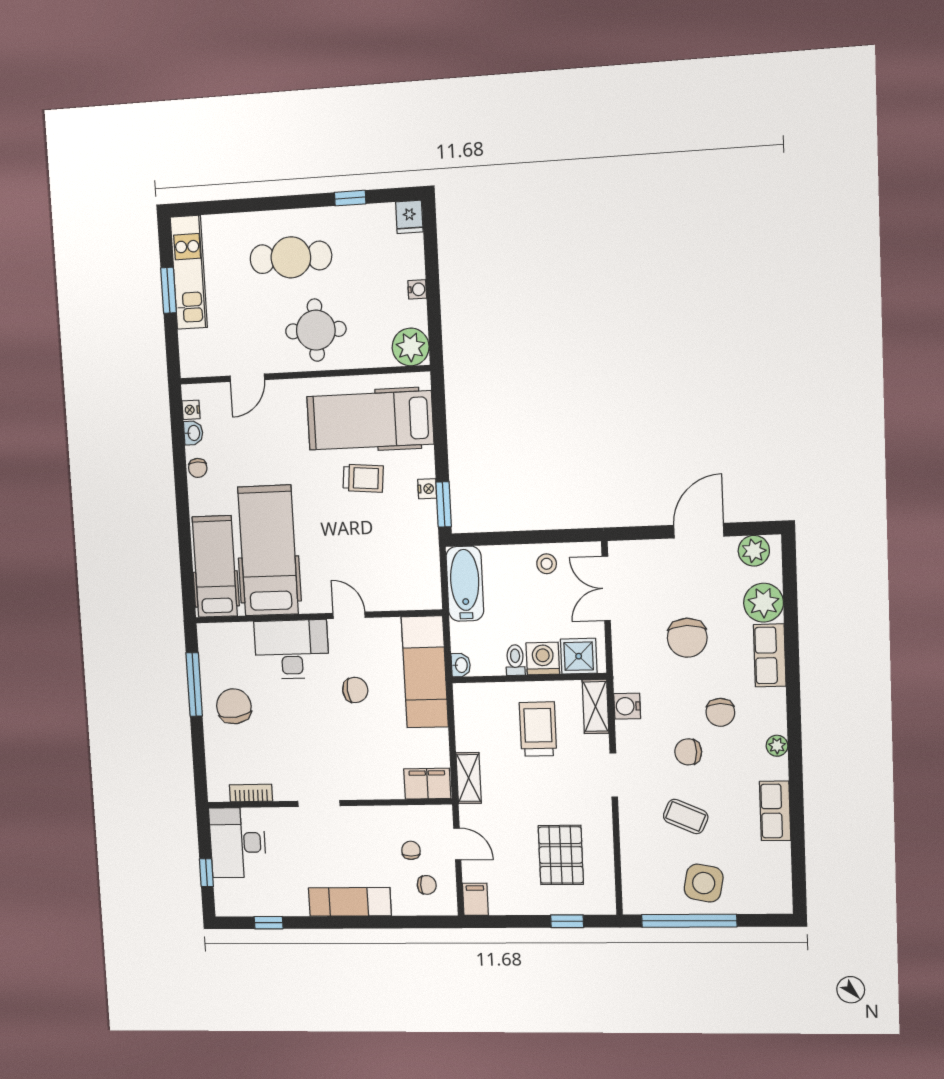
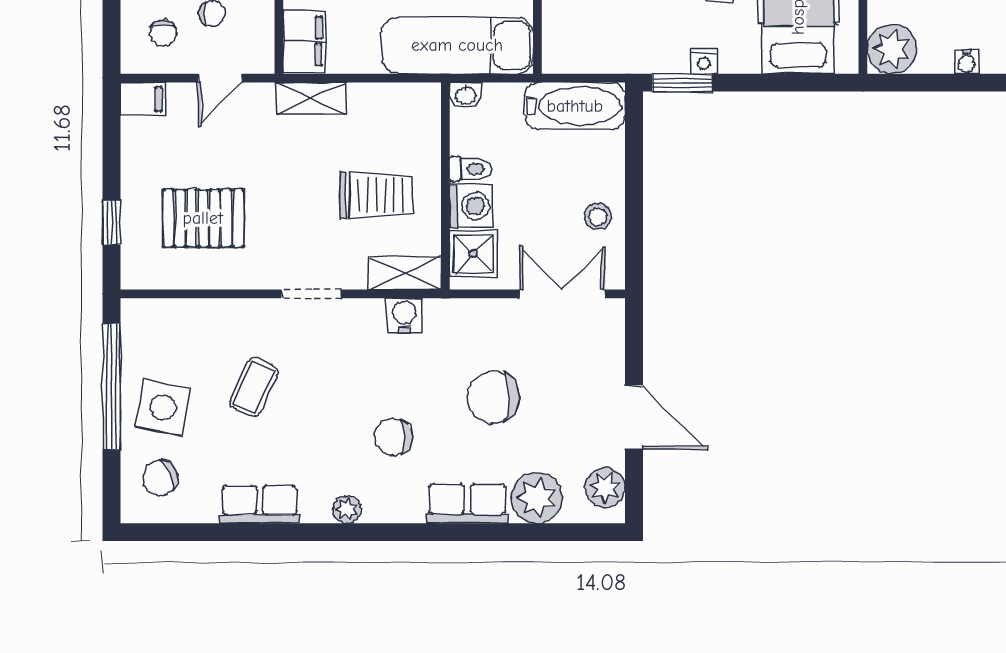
chair: (688, 752) -> (160, 478), moved, turned -112

